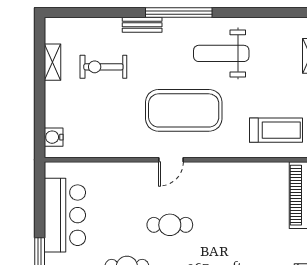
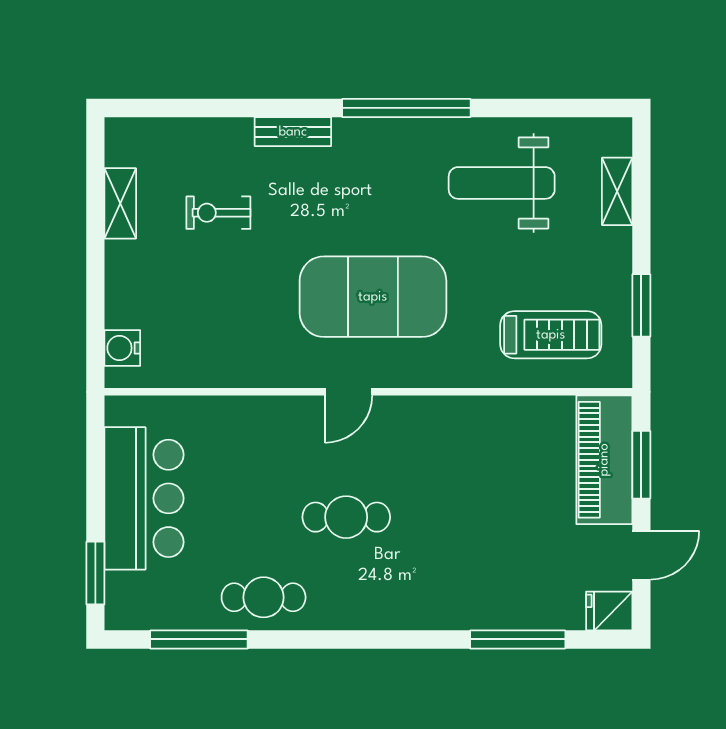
window: (179, 12) -> (406, 108), moved
weight bench: (221, 53) -> (502, 183), moved
exercise bike: (103, 67) -> (218, 213), width x0.73, depth x0.72

